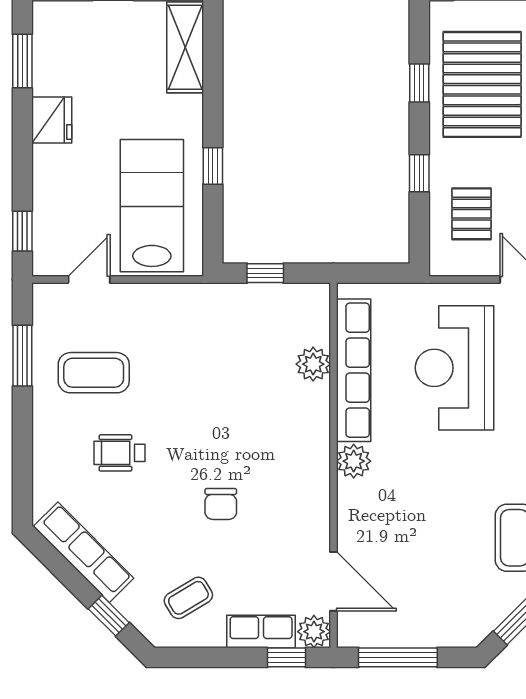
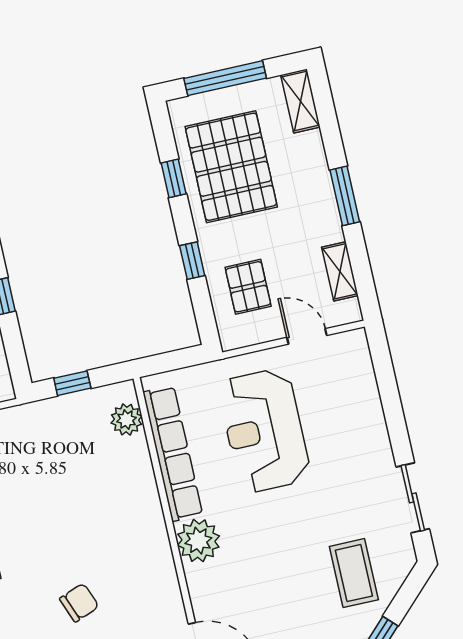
plant: (313, 364) -> (126, 420), moved
plant: (354, 461) -> (198, 541), width x1.36, depth x1.36
chair: (221, 504) -> (79, 603), turned -111

